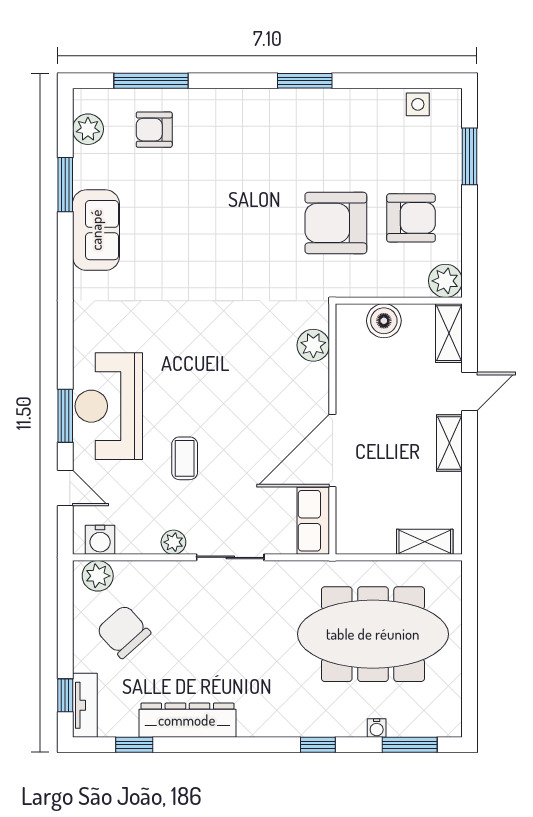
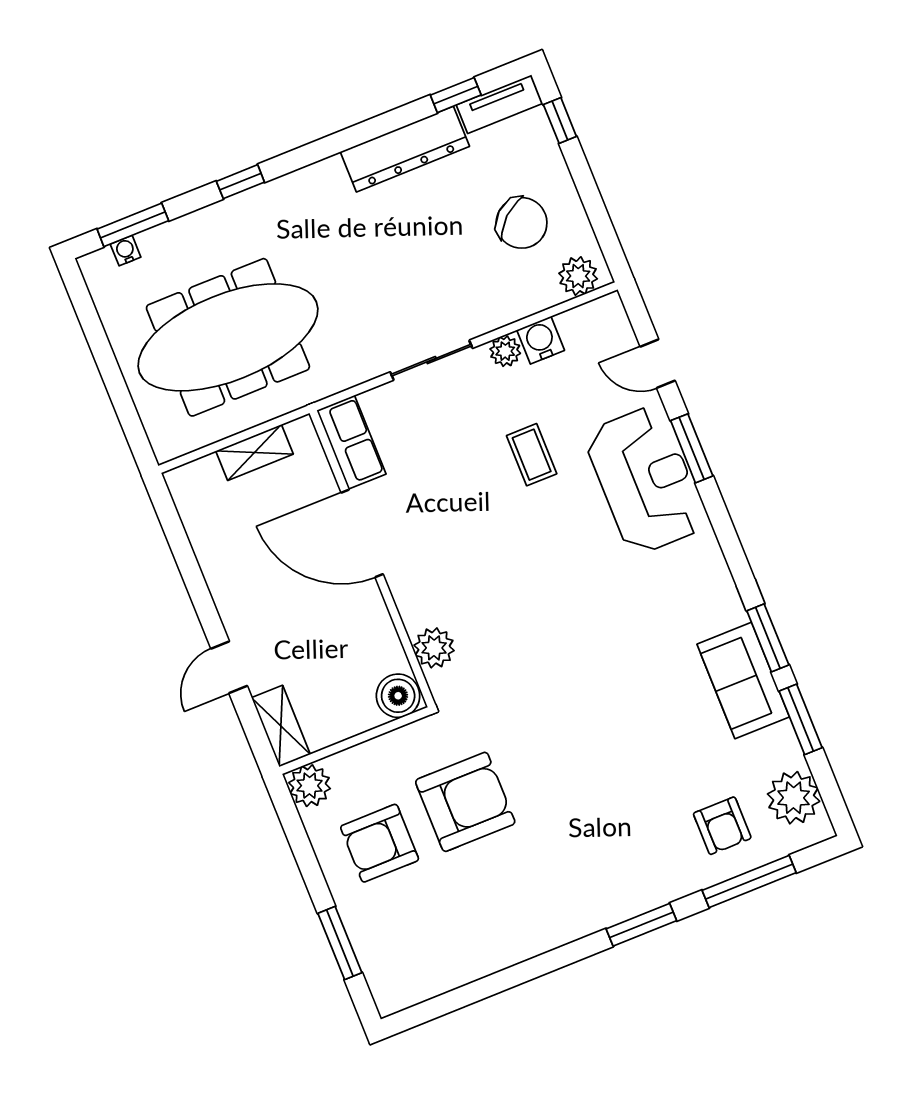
window: (305, 81) -> (641, 925), moved
side table: (418, 104) -> (425, 980), removed
plant: (88, 129) -> (794, 798), width x1.36, depth x1.36
armchair: (154, 130) -> (722, 826), turned 90
window: (65, 254) -> (768, 638), added
boiler: (384, 321) -> (398, 696), moved
shelving: (449, 443) -> (228, 597), removed
door: (332, 451) -> (362, 533), swing flipped
water cooler: (100, 540) -> (541, 340), moved
shelving: (425, 542) -> (254, 452), moved
tv unit: (85, 705) -> (500, 104), moved, turned -90
water cooler: (377, 728) -> (126, 251), moved

